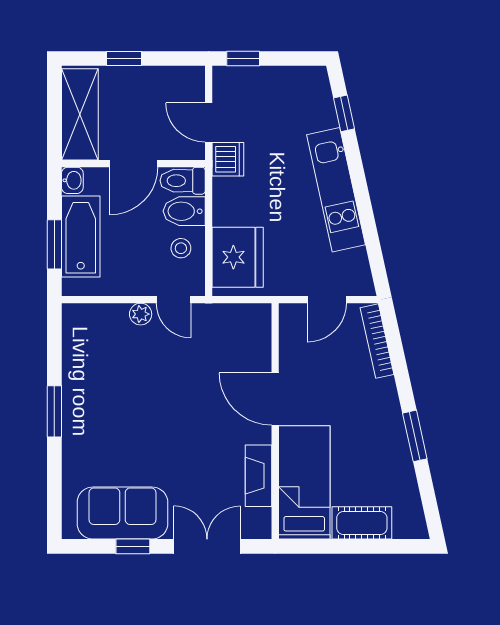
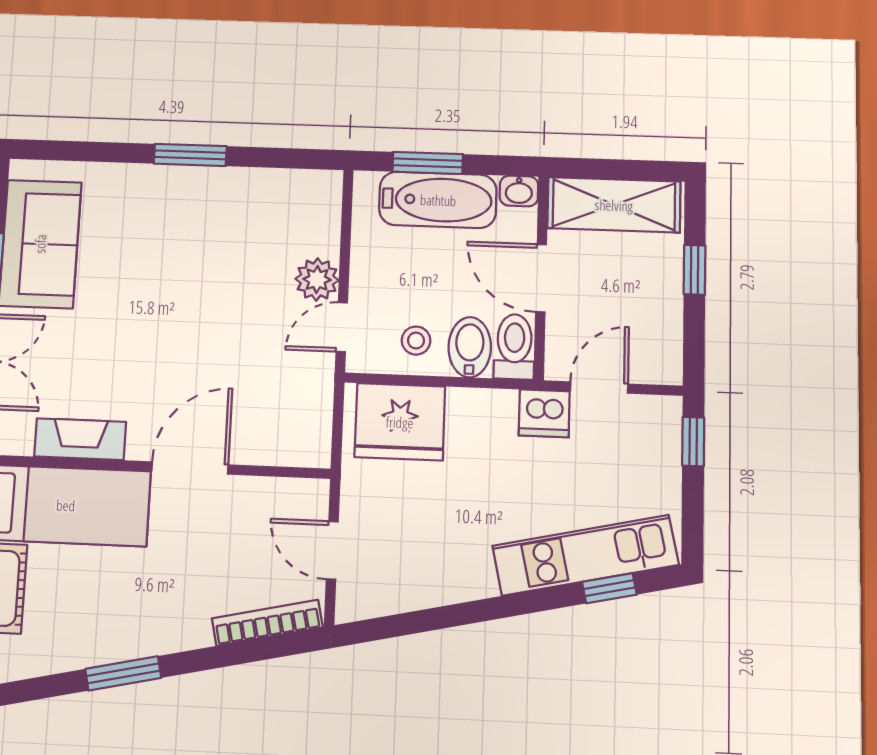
kitchen unit: (336, 190) -> (585, 555), moved
plant: (141, 314) -> (317, 279), width x1.38, depth x1.38

